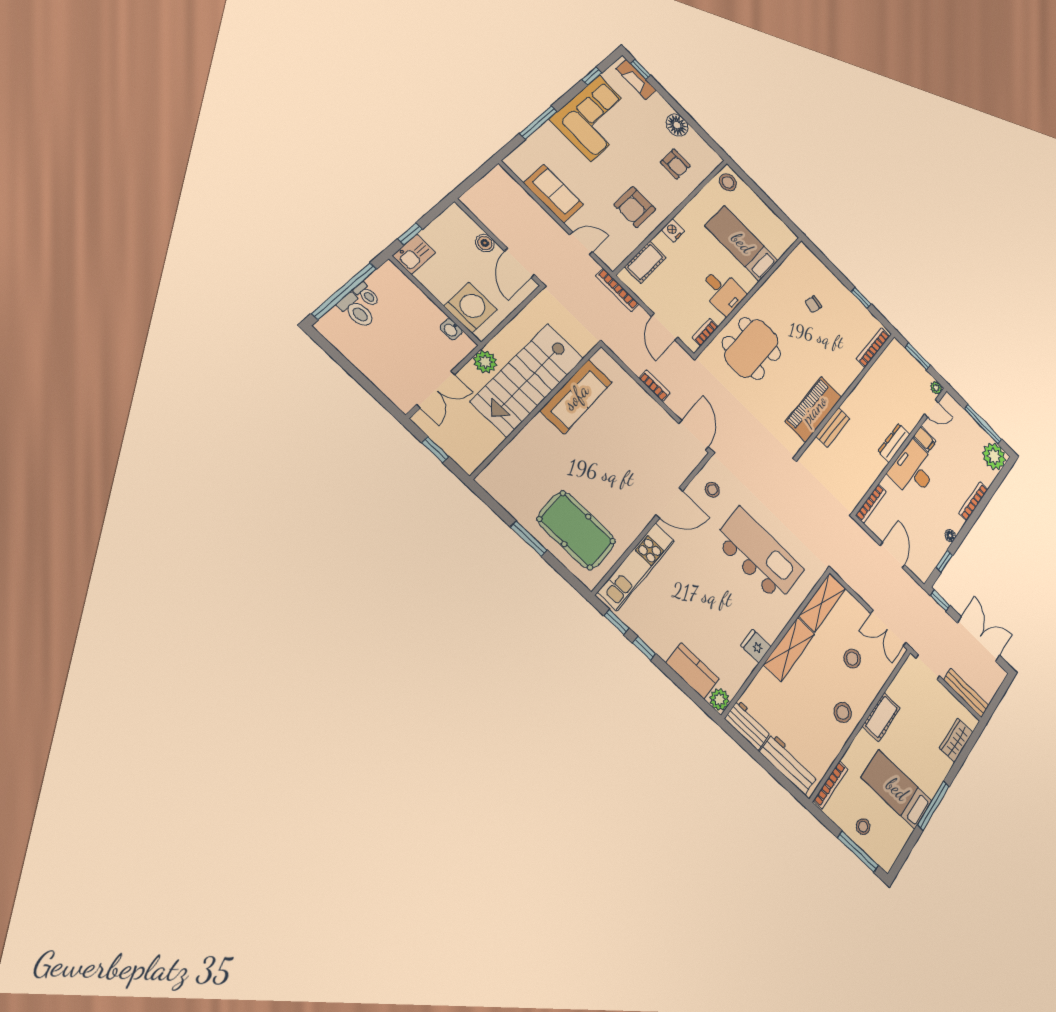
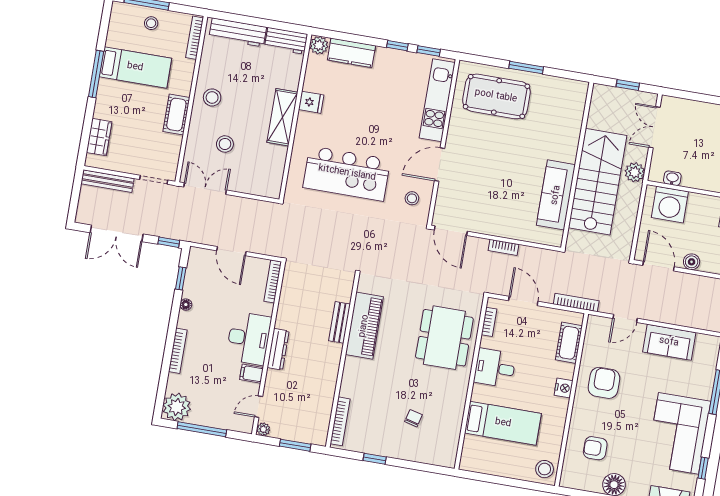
shelving: (822, 603) -> (274, 171), removed

